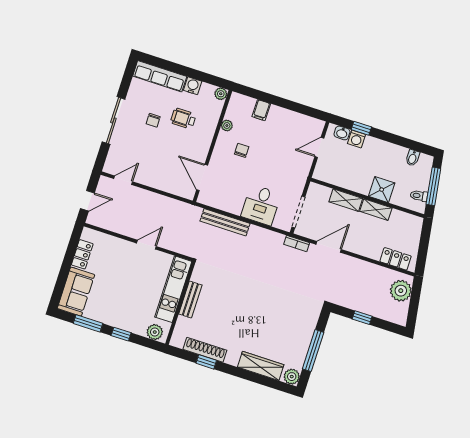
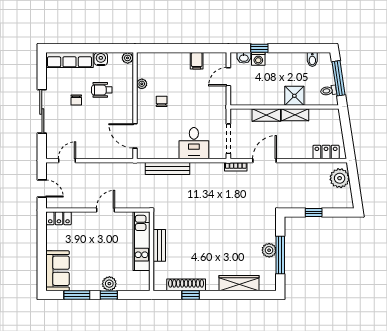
filing cabinet: (261, 110) -> (197, 61), moved
door: (87, 201) -> (42, 189), hinge flipped
locker: (82, 254) -> (59, 218), moved, turned 90
plant: (155, 332) -> (109, 284), moved
plant: (292, 377) -> (269, 250), moved

